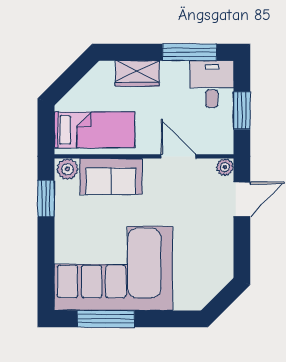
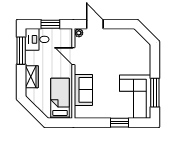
door: (178, 156) -> (73, 56), hinge flipped
plant: (67, 169) -> (80, 112), removed
window: (46, 199) -> (120, 123), moved
corner sofa: (114, 268) -> (135, 97), width x0.73, depth x0.74

